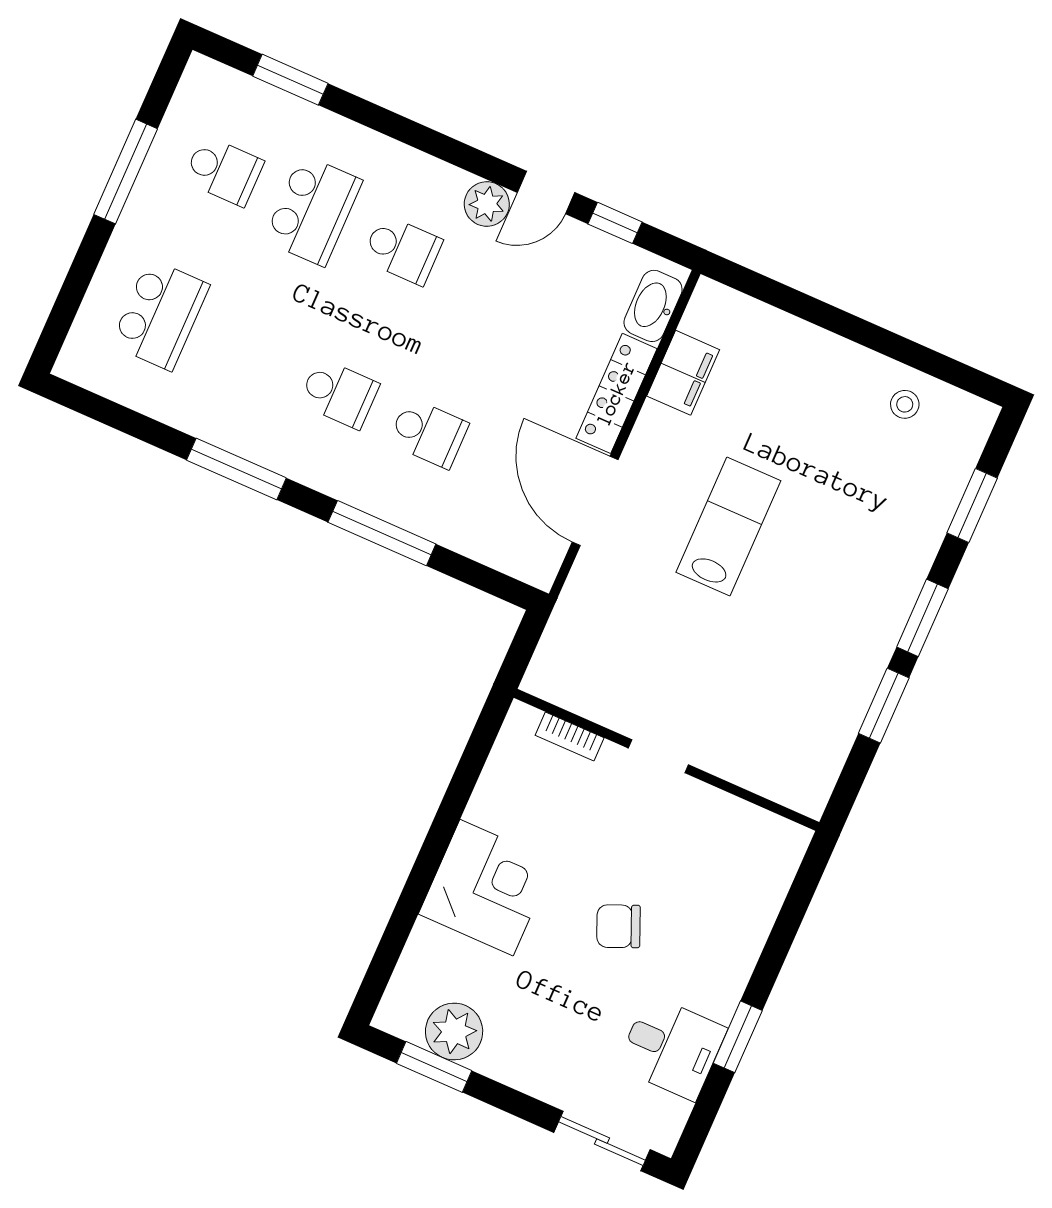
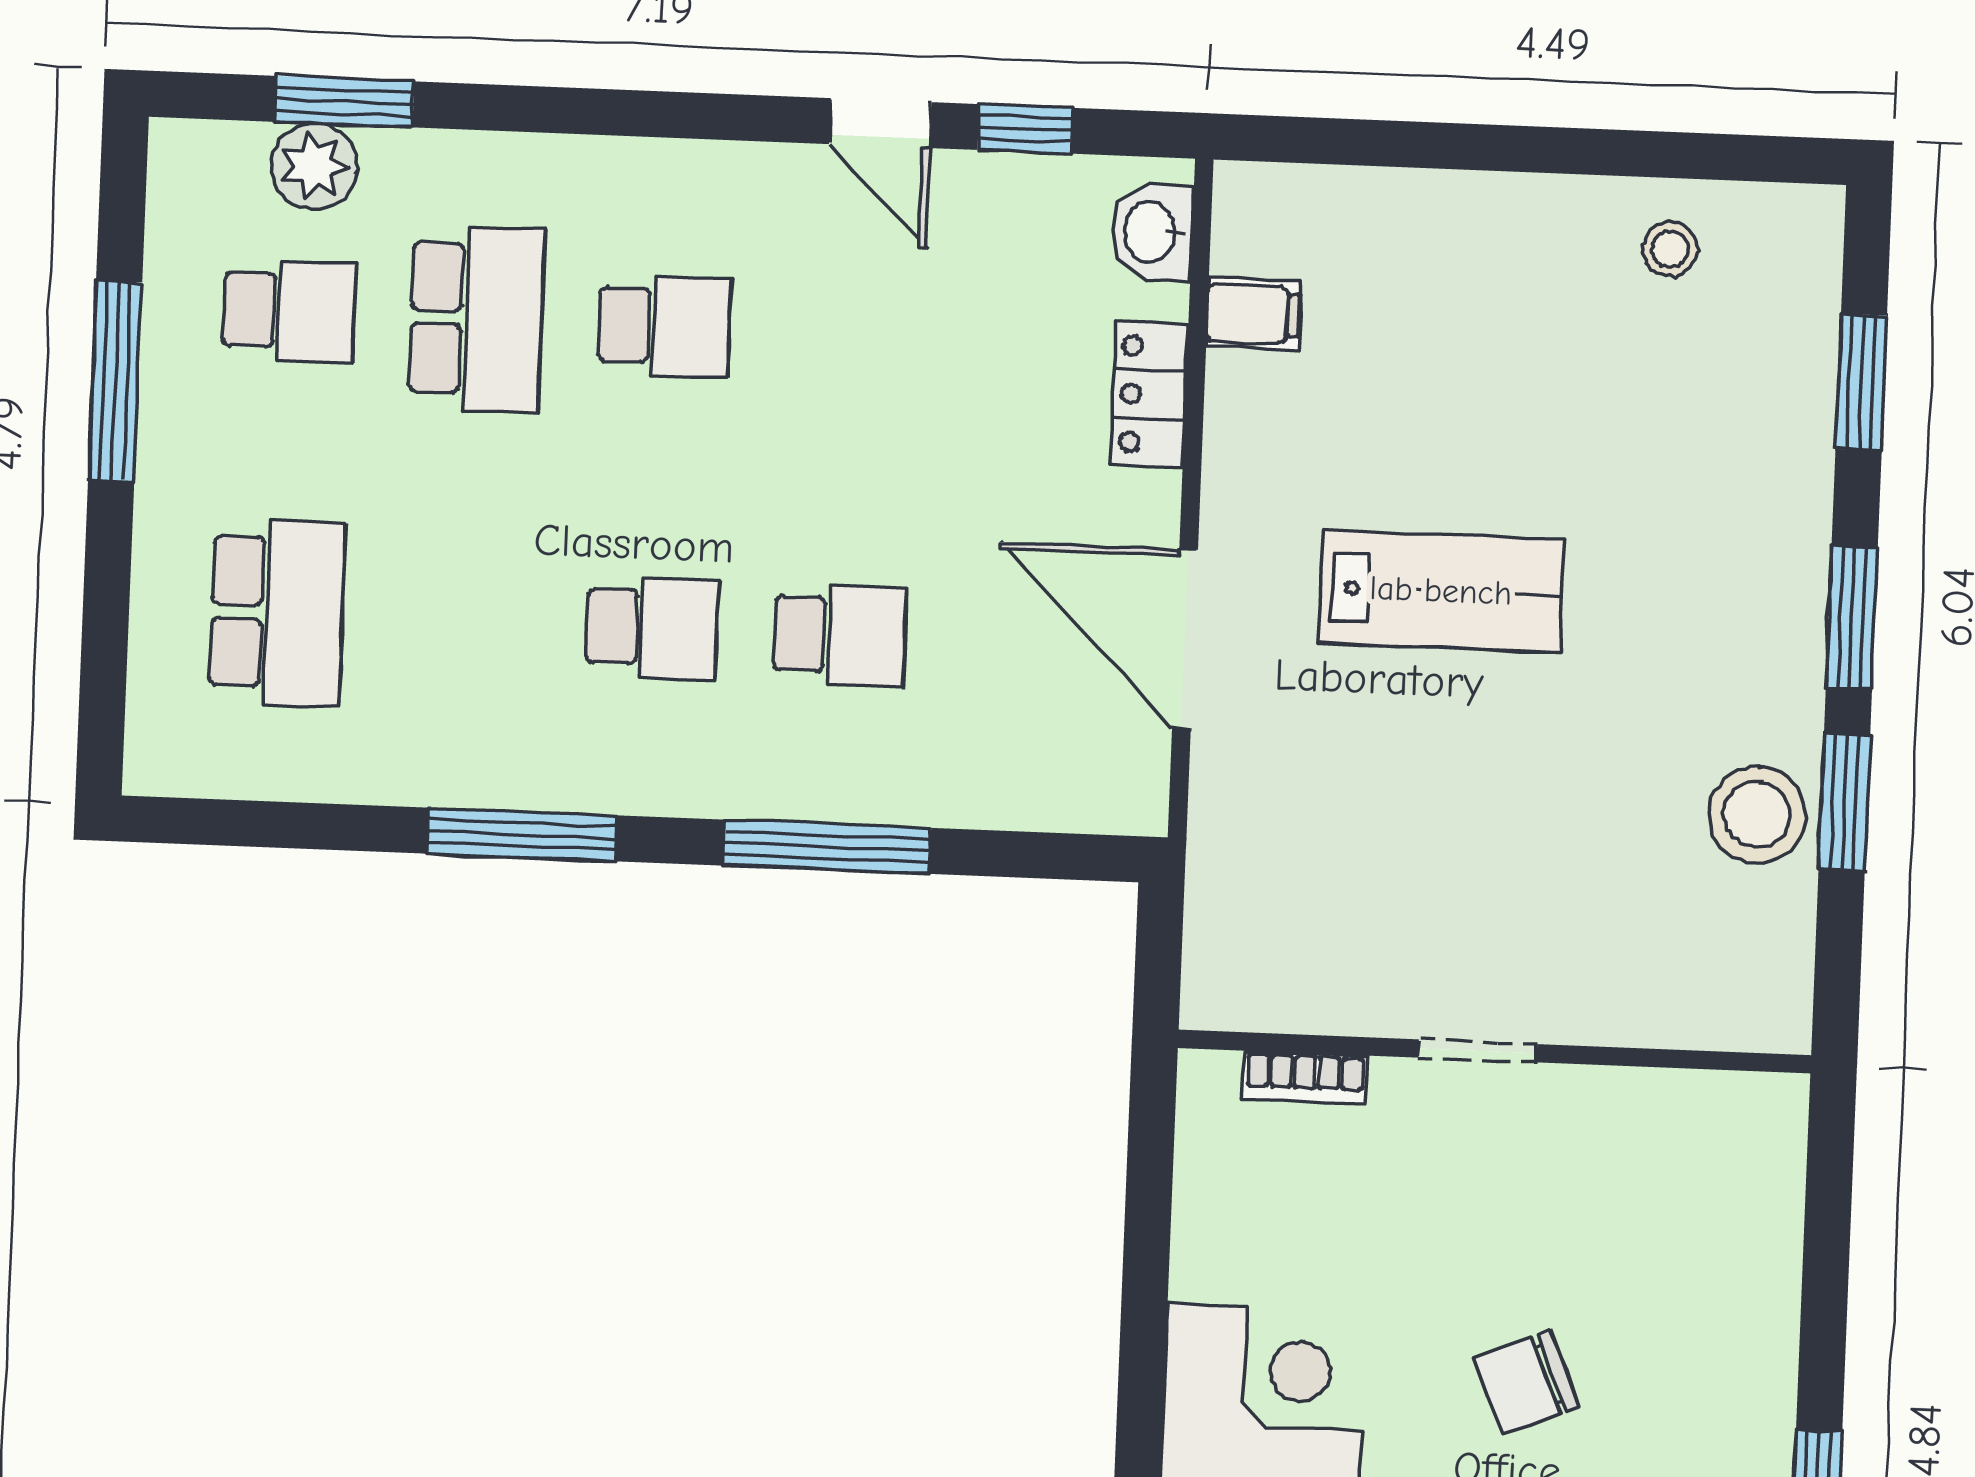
door: (546, 192) -> (880, 123), hinge flipped
plant: (487, 204) -> (314, 166), moved
washbasin: (653, 306) -> (1152, 232), width x0.72
filing cabinet: (683, 373) -> (1253, 314), width x0.50
locker: (616, 393) -> (1149, 394), width x0.66
lab bench: (728, 527) -> (1441, 591), turned 90
stool: (839, 695) -> (1757, 815), added

